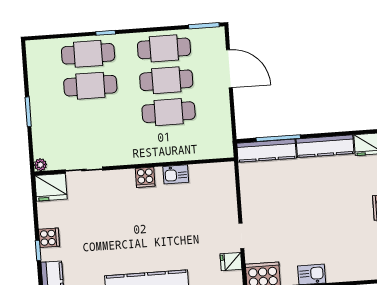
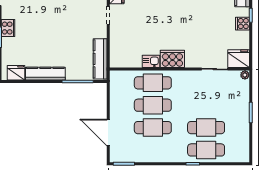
cafe table: (164, 48) -> (153, 83), moved
kitchen counter: (267, 151) -> (100, 59), moved, turned -90
cooker: (145, 177) -> (172, 59), width x1.87, depth x1.31

